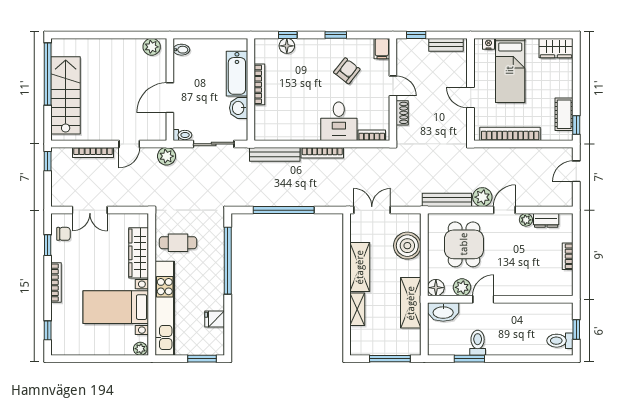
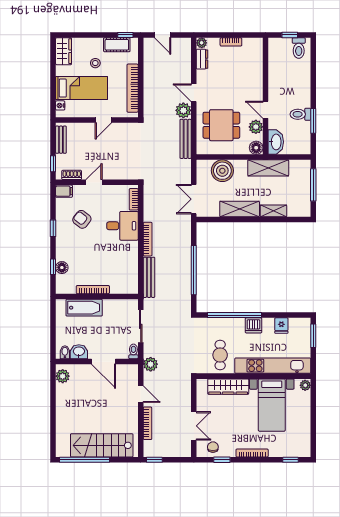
stool: (541, 88) -> (95, 63), added
washbasin: (239, 108) -> (79, 352), moved, turned 180
shoe rack: (402, 113) -> (72, 175), moved
plant: (526, 220) -> (202, 43), moved
dishwasher: (215, 284) -> (253, 325), added

